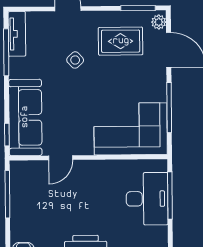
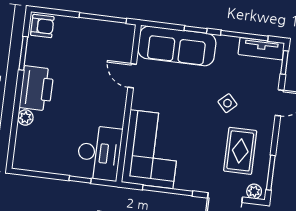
window: (28, 9) -> (284, 63), added
window: (7, 135) -> (196, 29), moved
window: (170, 195) -> (80, 180), width x0.46
desk: (147, 199) -> (99, 153), moved, turned -90

